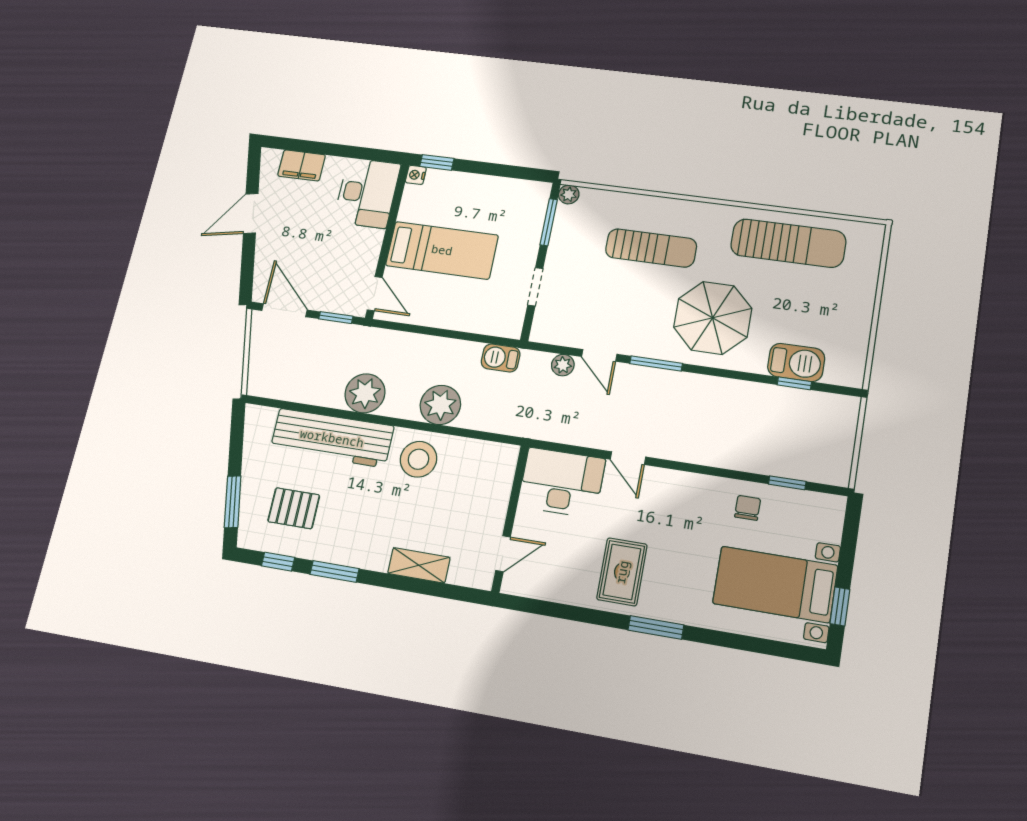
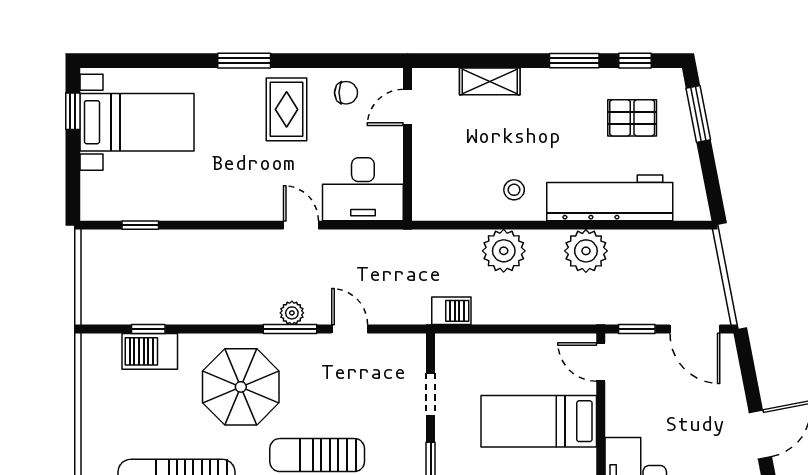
plant: (563, 365) -> (292, 313), moved
stool: (418, 459) -> (514, 190), width x0.53, depth x0.53
chair: (748, 508) -> (346, 93), moved, turned -90

